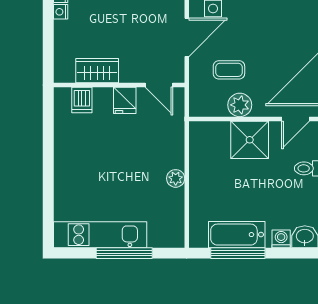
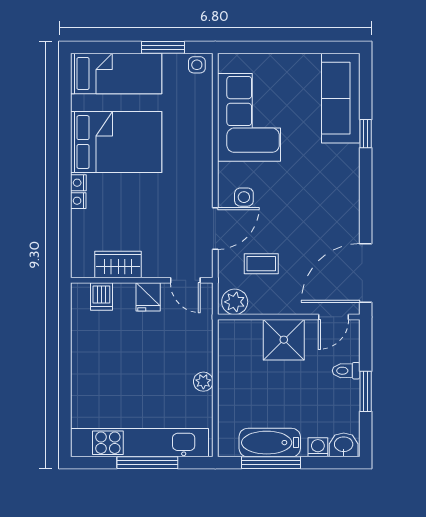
plant: (240, 105) -> (235, 302), moved
kitchen unit: (100, 235) -> (140, 443), width x1.36

